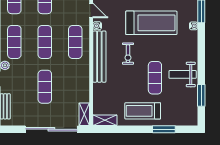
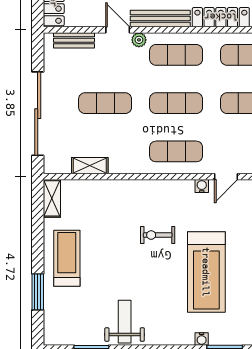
bench: (99, 57) -> (153, 190), removed
exercise mat: (155, 78) -> (119, 278), removed
shelving: (84, 114) -> (90, 166), moved

